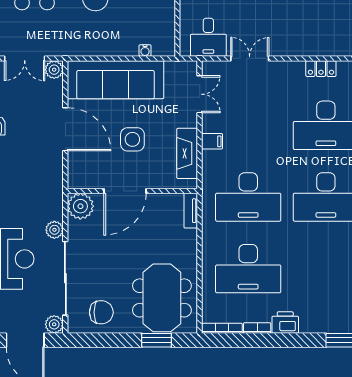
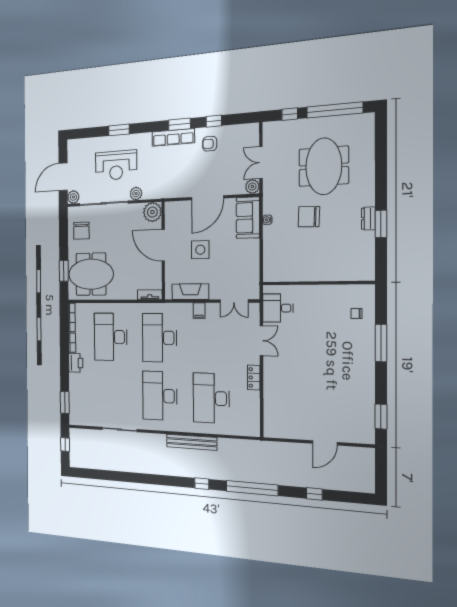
water cooler: (145, 51) -> (267, 220), moved
locker: (321, 69) -> (254, 378), moved
sofa: (115, 80) -> (248, 218), width x0.54, depth x0.79

